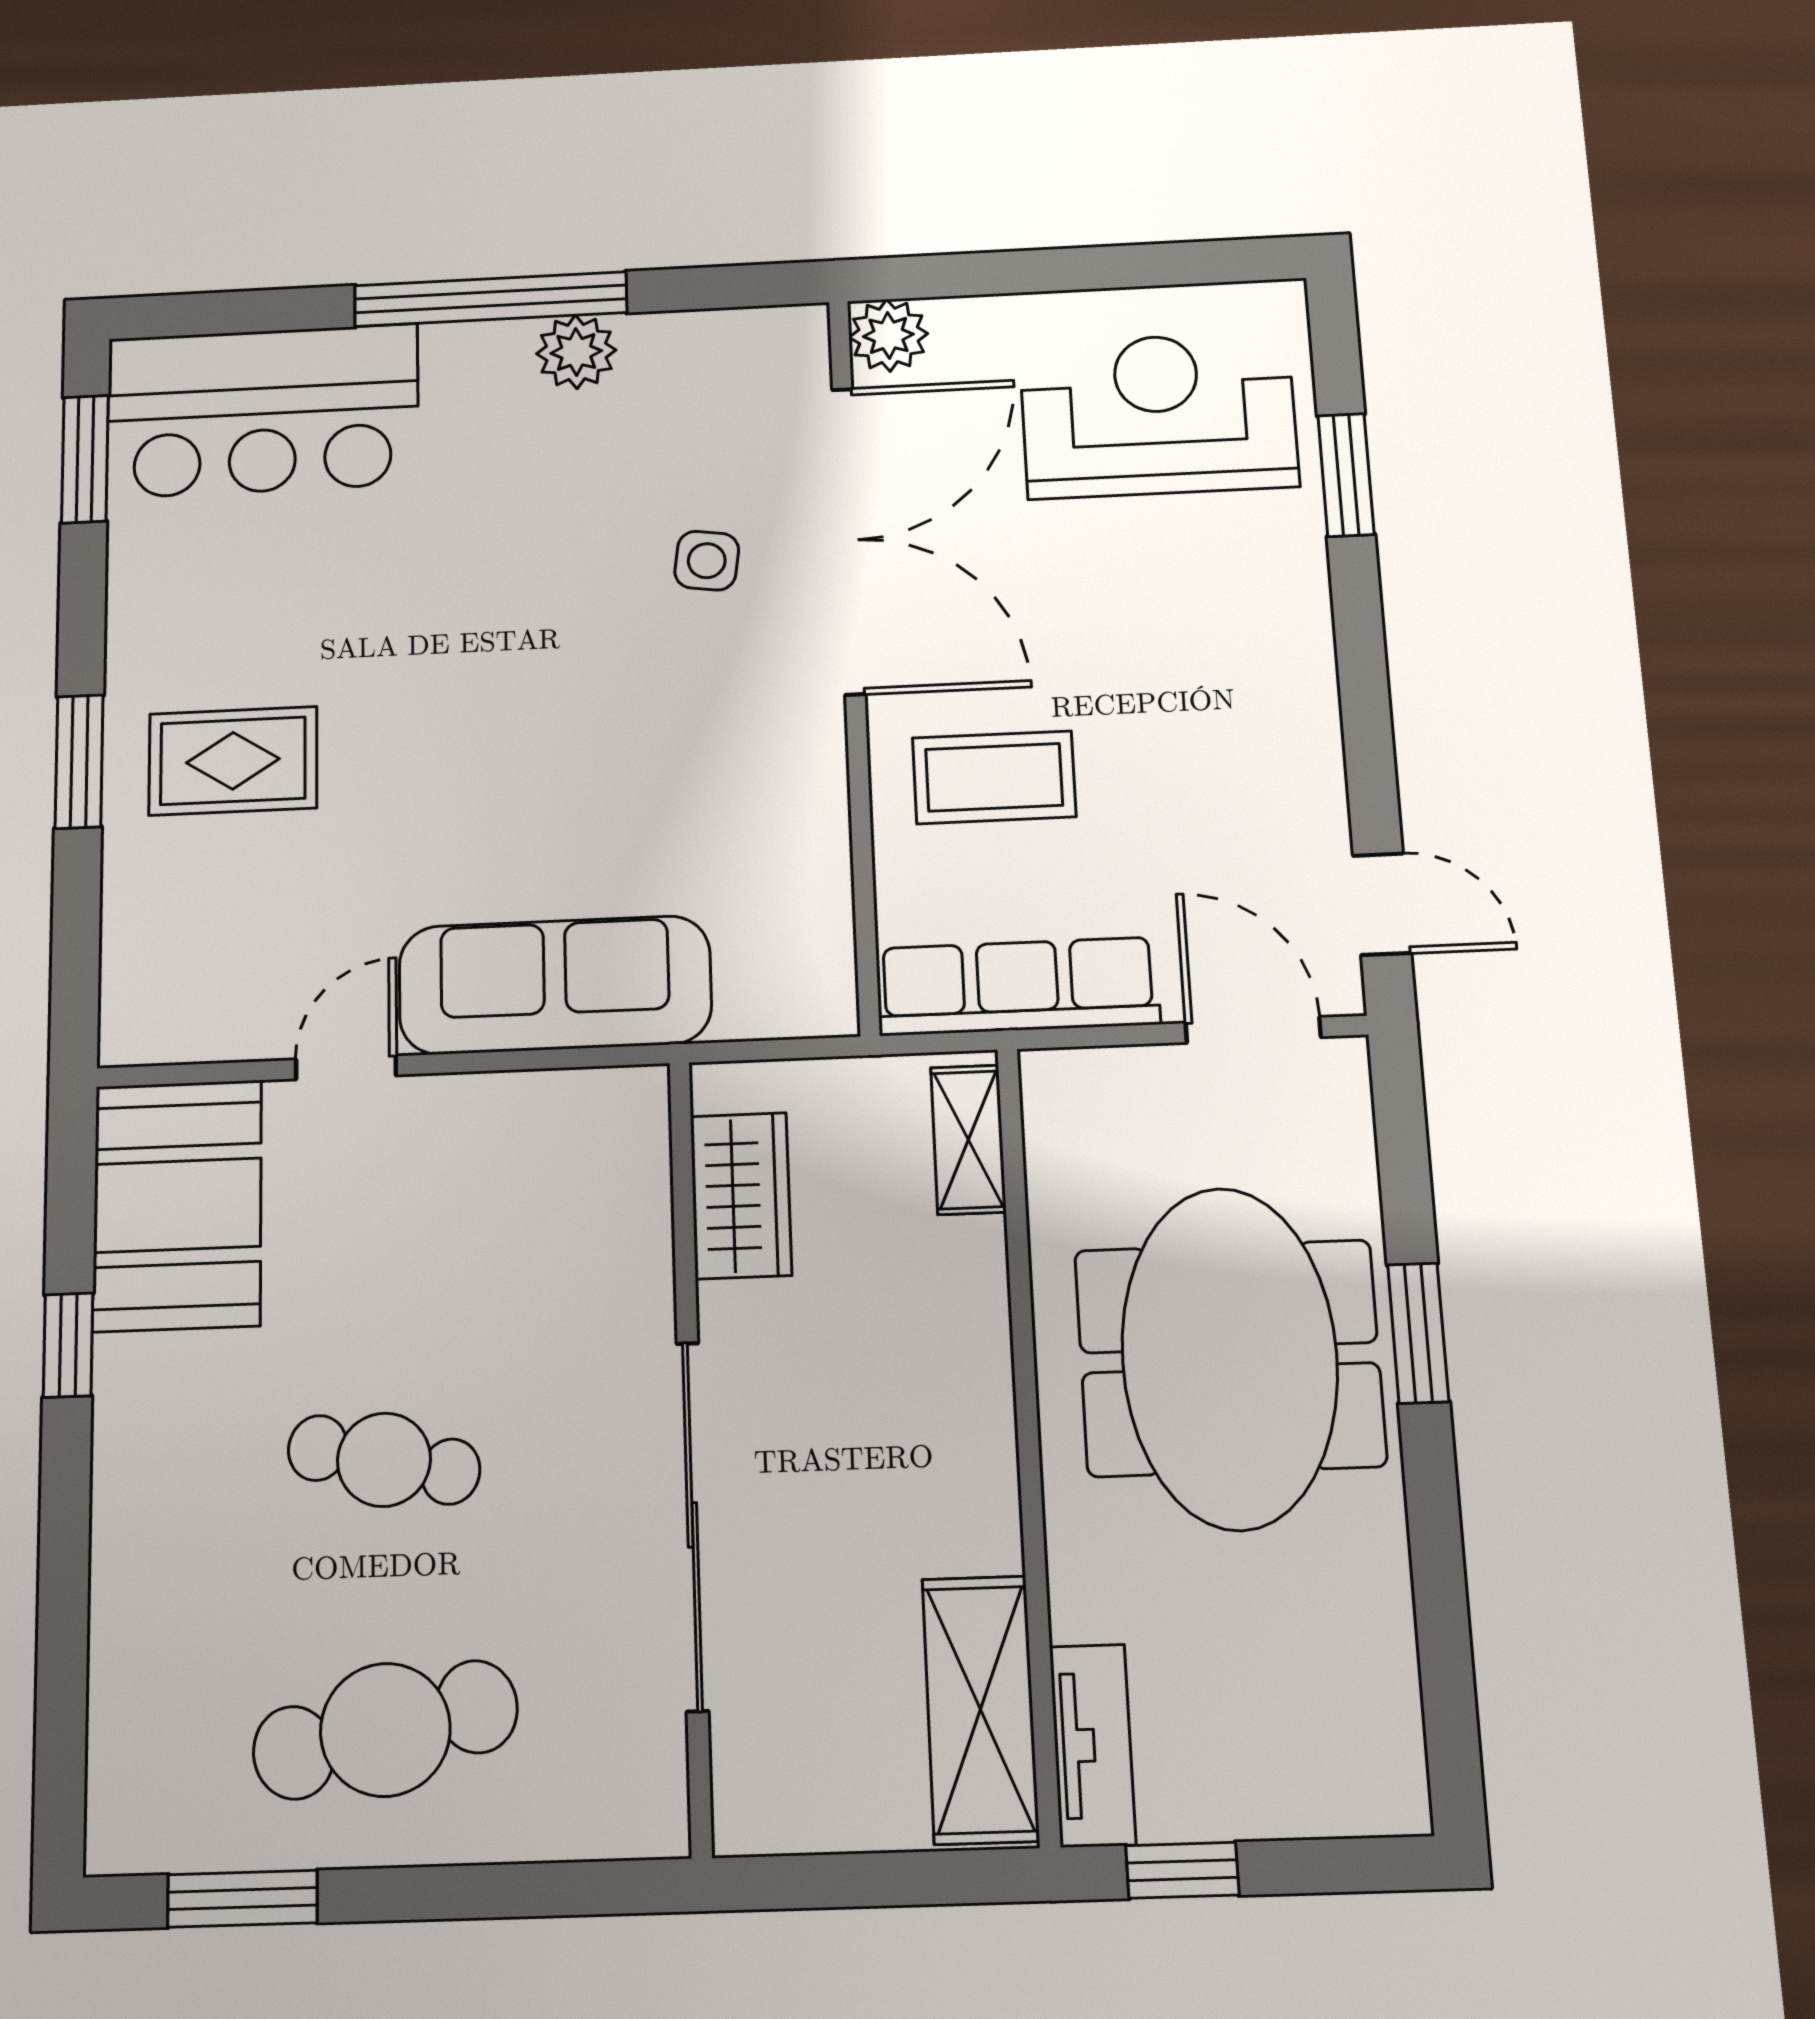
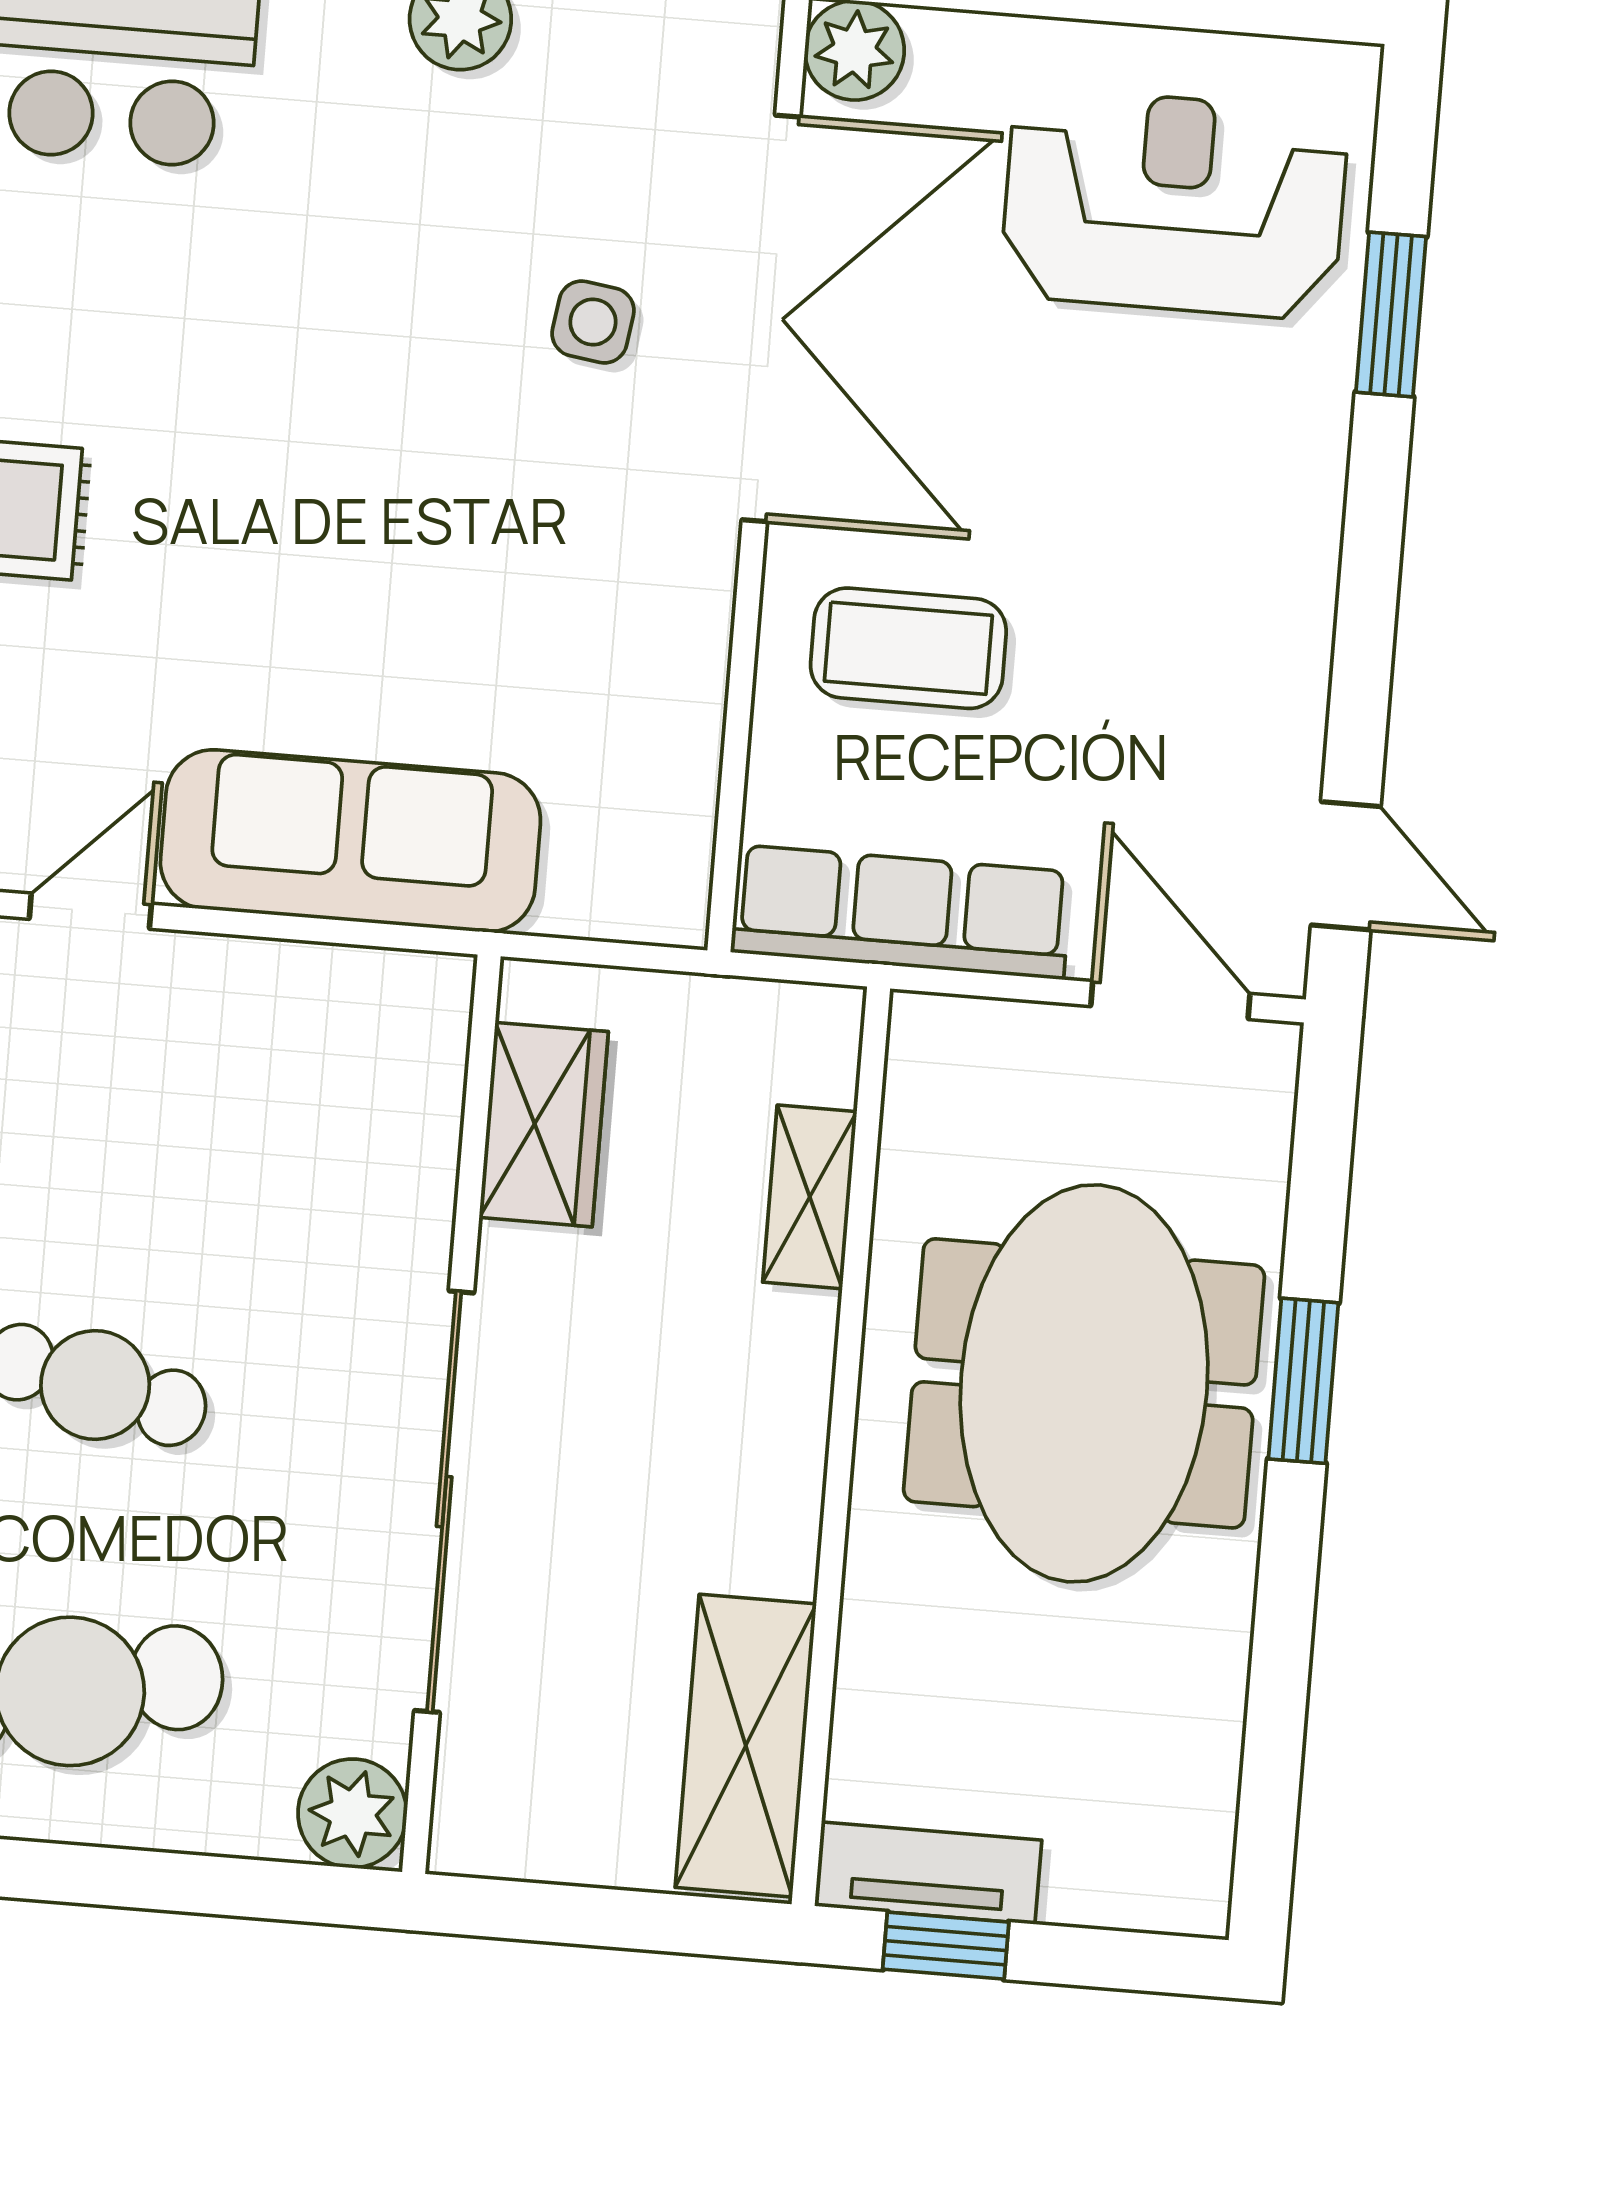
shelving: (968, 1140) -> (810, 1197), moved
tv unit: (1092, 1745) -> (928, 1873), moved, turned -90
plant: (642, 1811) -> (352, 1813), added

